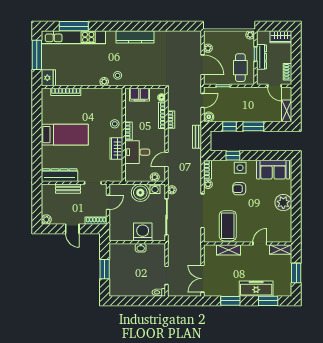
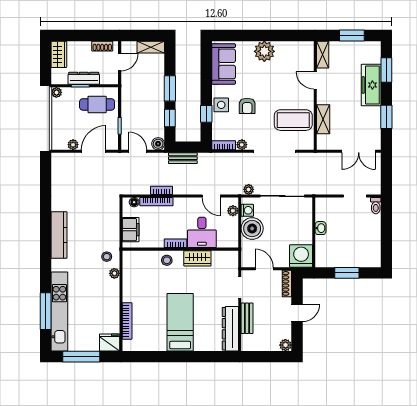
washing machine: (143, 232) -> (301, 256), moved, turned 90

